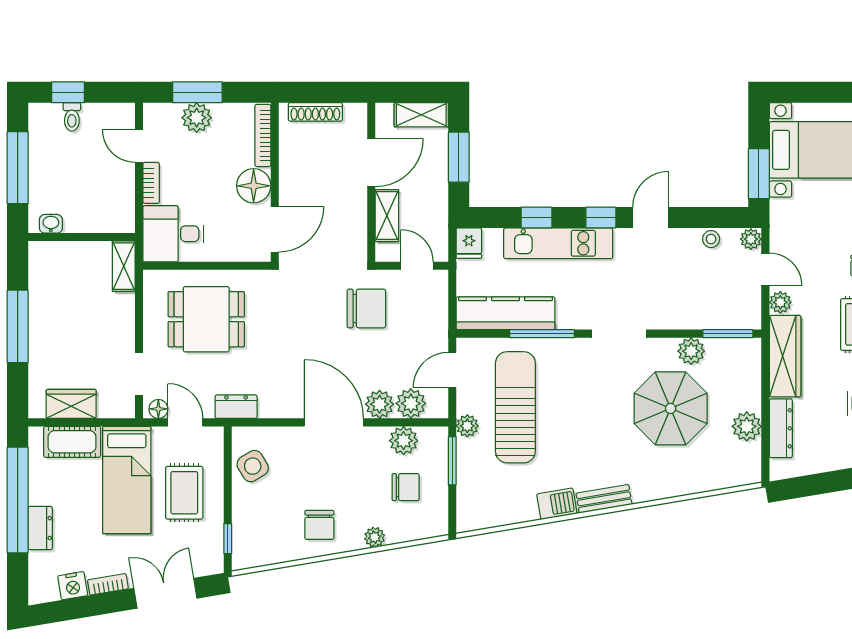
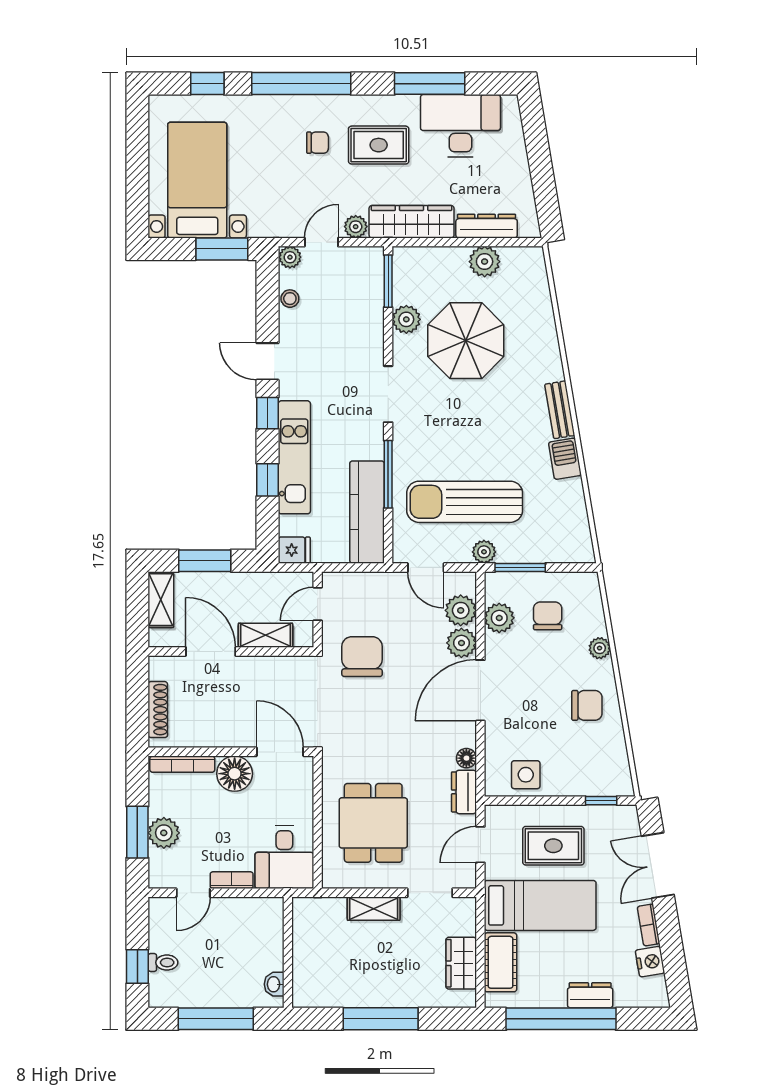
shelving: (124, 266) -> (374, 909), moved
floor lamp: (158, 409) -> (466, 758), moved
side table: (253, 466) -> (526, 775), turned 31

